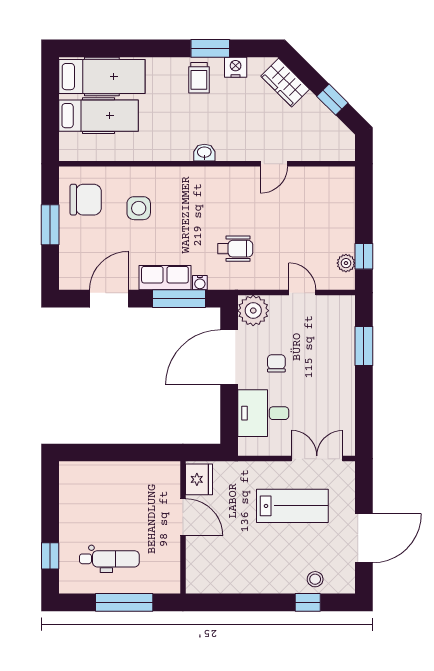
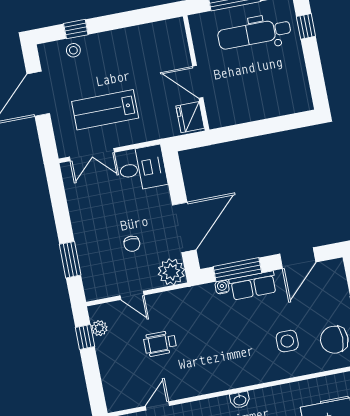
door: (274, 164) -> (157, 406), moved
wheelchair: (235, 249) -> (160, 343), moved
chair: (276, 363) -> (132, 244), moved
desk: (263, 413) -> (142, 168), moved
dental chair: (109, 559) -> (254, 34), width x1.36, depth x1.38

